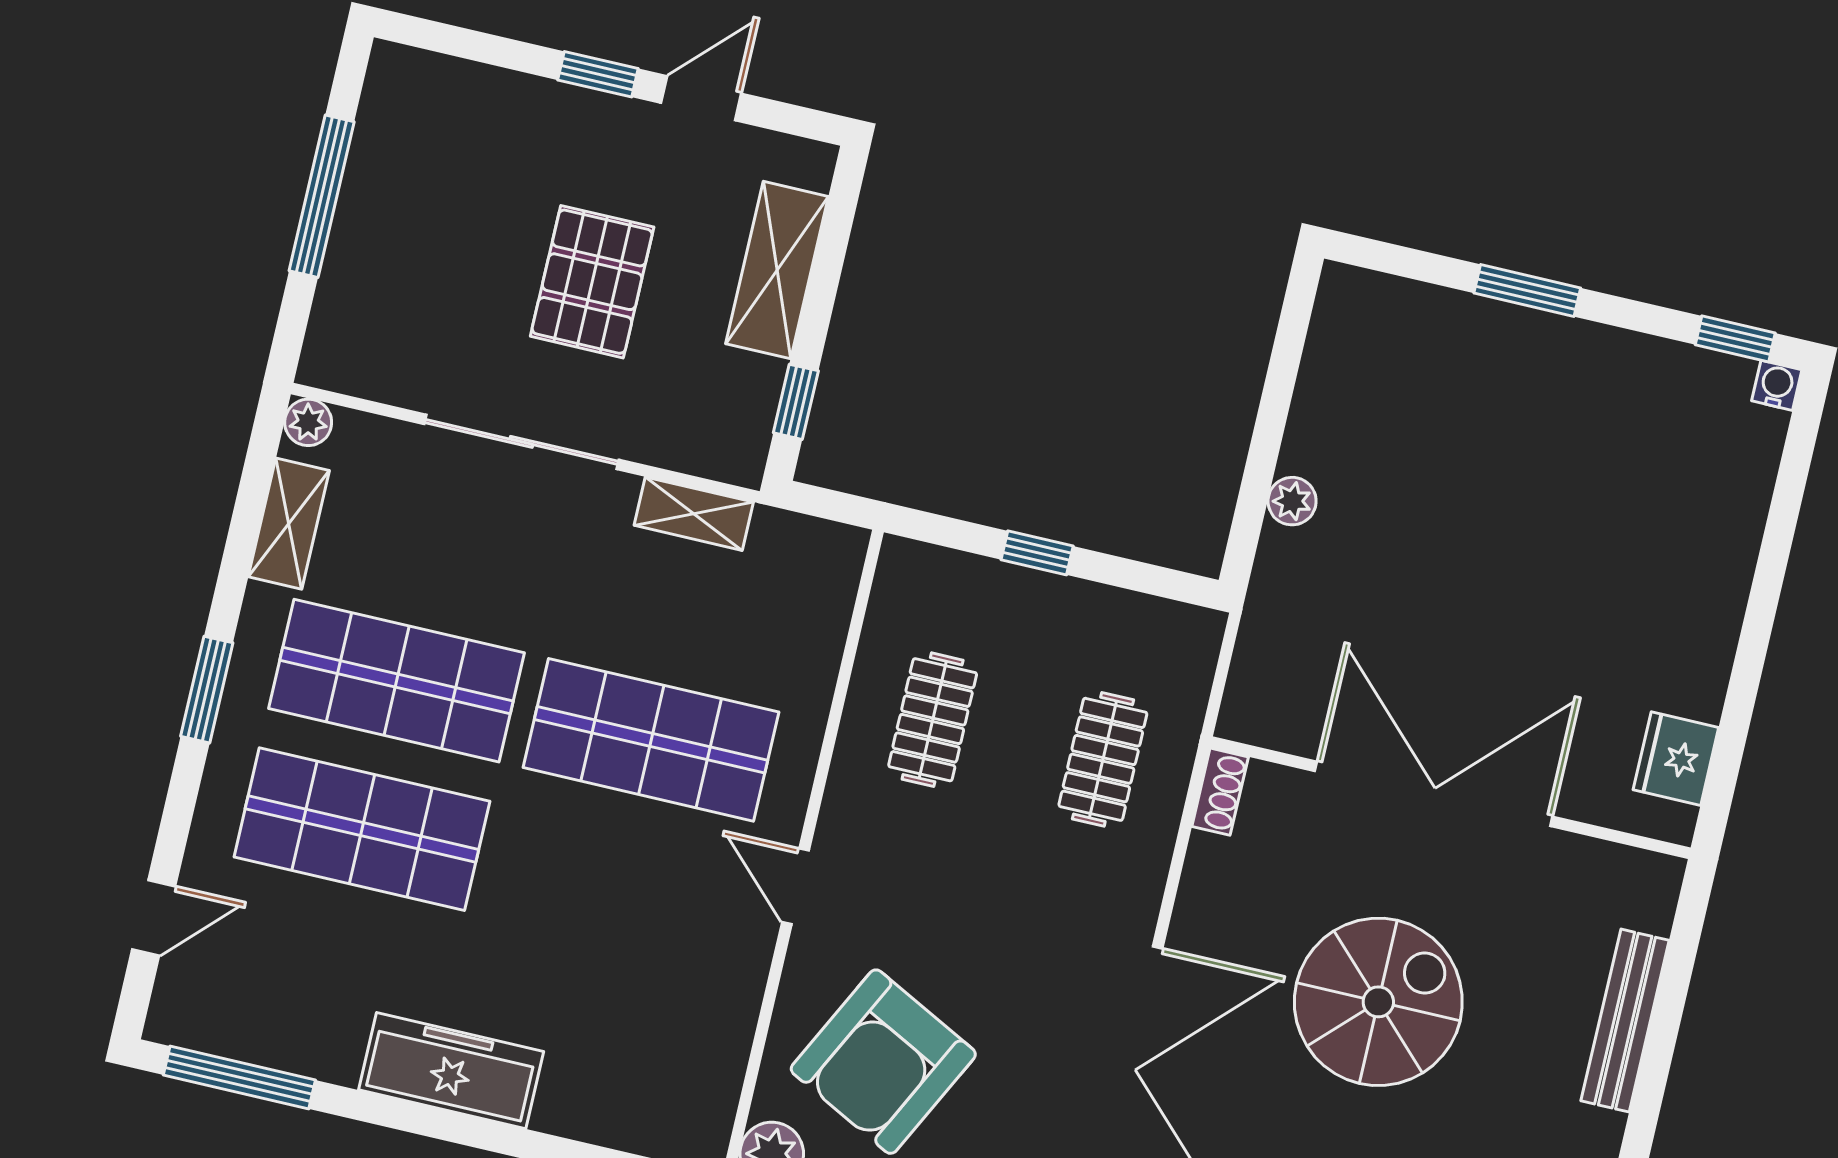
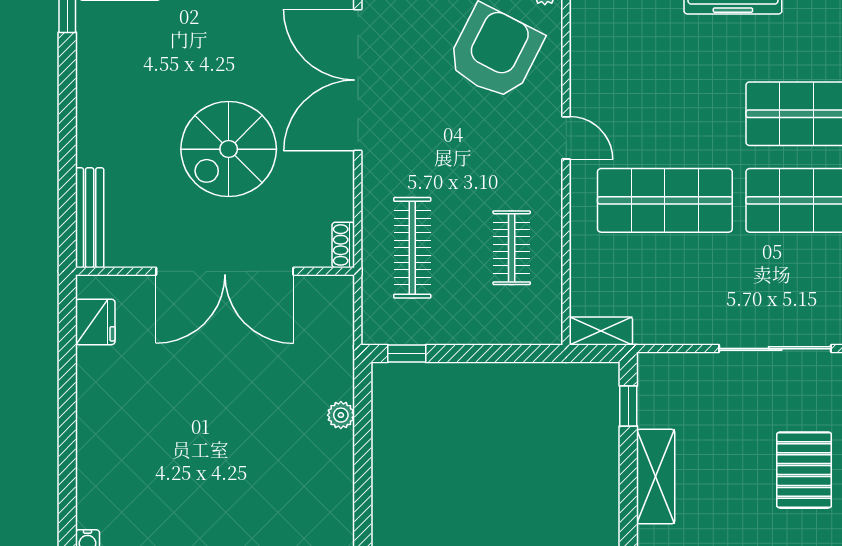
pallet: (592, 282) -> (804, 470), moved
shelving: (694, 514) -> (601, 331), moved
window: (1037, 553) -> (407, 354), moved
clothes rail: (1103, 759) -> (412, 248), width x1.36
bench: (1625, 1021) -> (90, 218), moved

